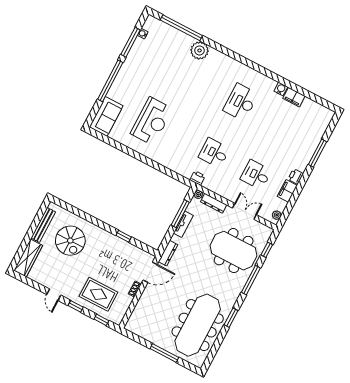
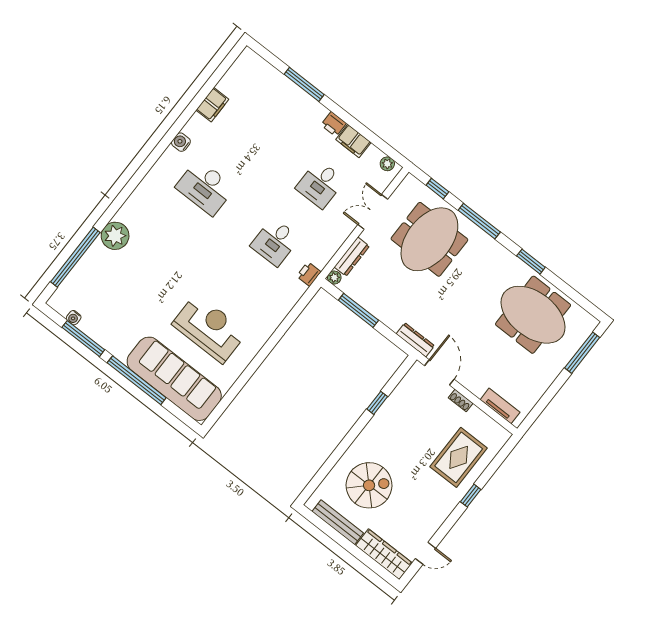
water cooler: (281, 89) -> (181, 142), moved
sofa: (106, 116) -> (174, 379), width x1.85, depth x1.27
tv unit: (183, 224) -> (500, 406), moved
door: (54, 295) -> (425, 553), moved
window: (101, 320) -> (498, 460), removed
meeting table: (198, 325) -> (533, 315), width x0.73
window: (164, 353) -> (582, 353), moved

